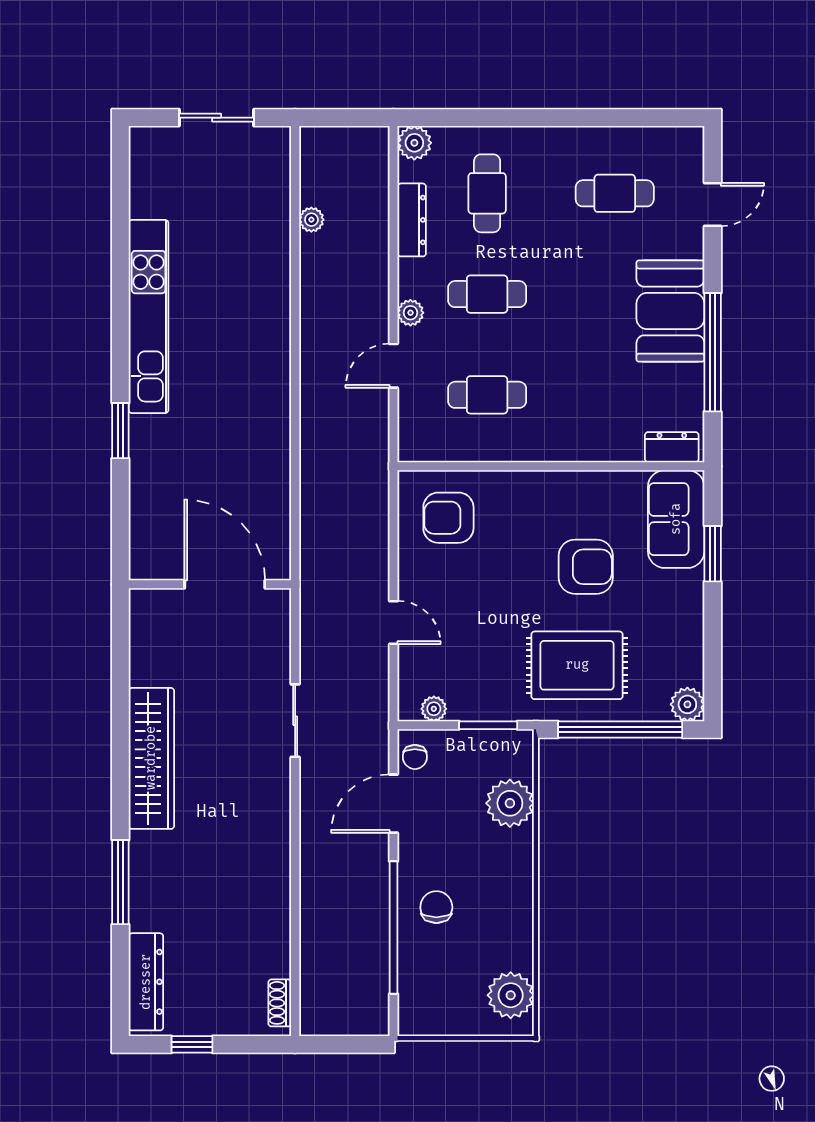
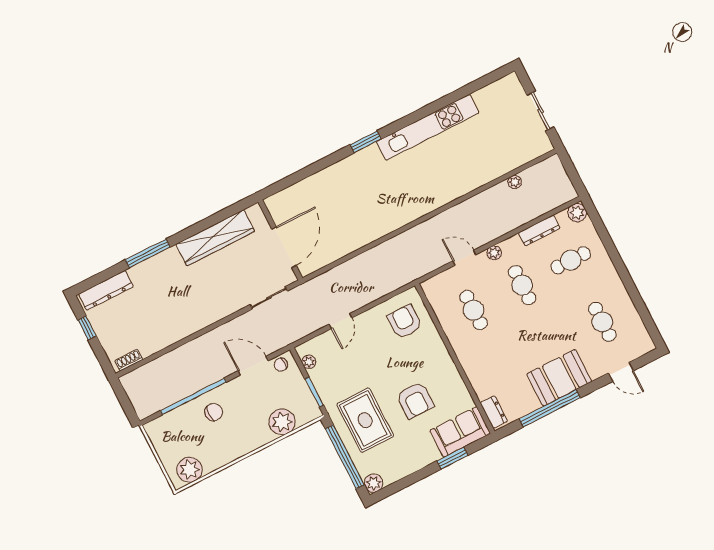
wall: (210, 584) -> (280, 240), moved
door: (225, 584) -> (284, 247), moved

